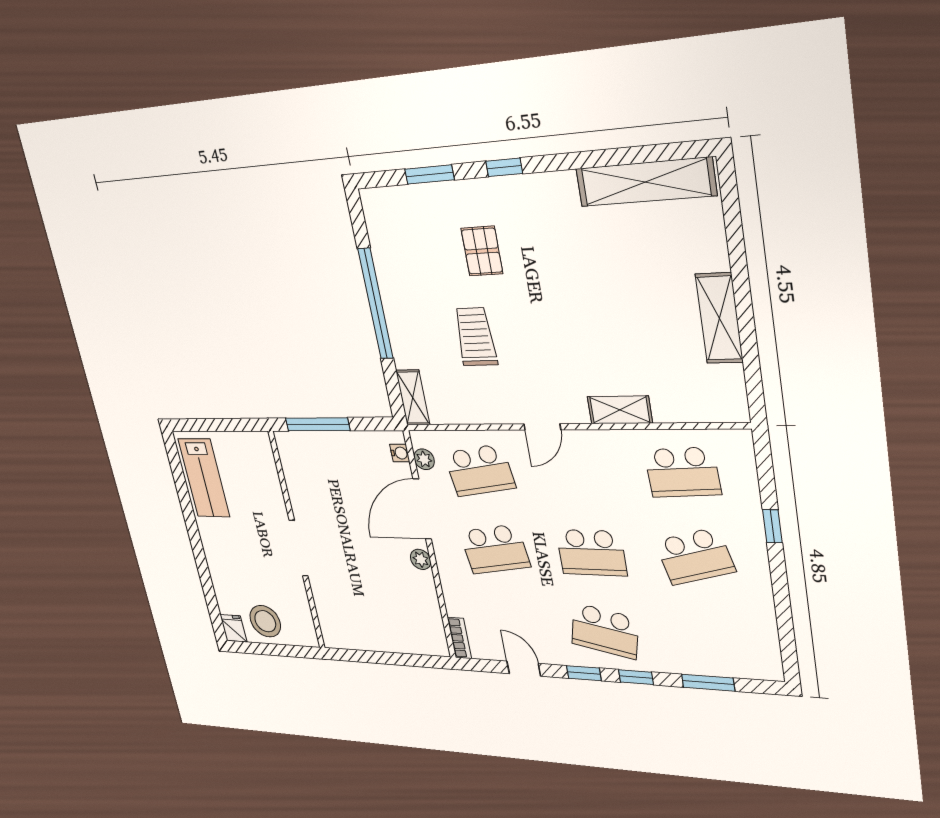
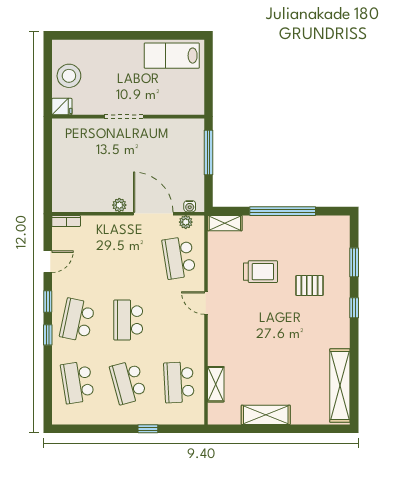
shelving: (620, 410) -> (216, 384), moved
school desk: (495, 549) -> (77, 382), moved
fridge: (233, 628) -> (62, 107), moved
window: (708, 683) -> (48, 379), removed

